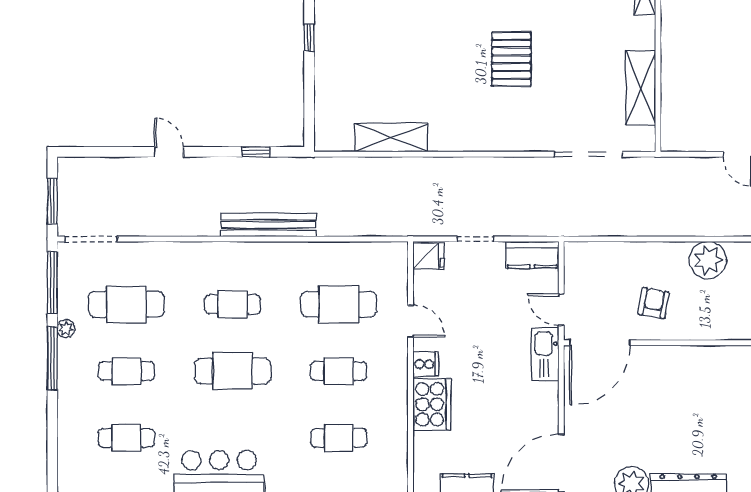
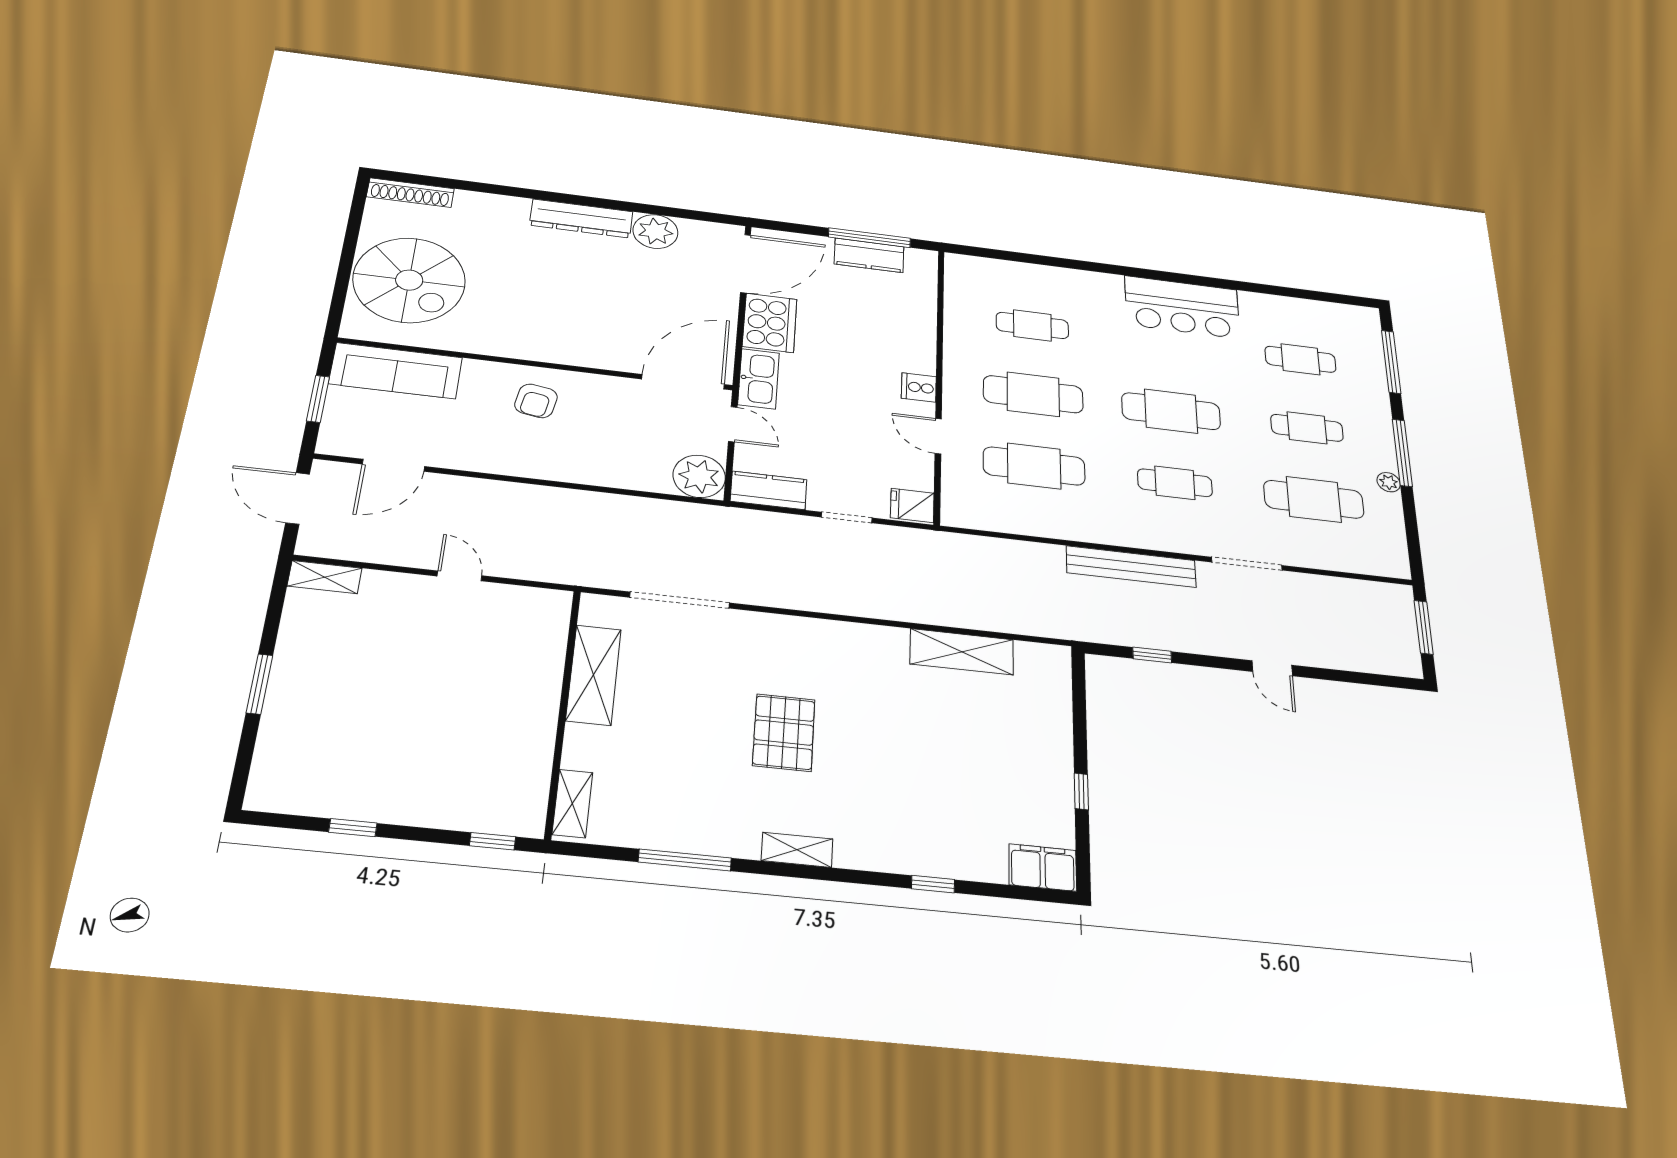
doorway: (91, 239) -> (1247, 564), moved
plant: (708, 260) -> (699, 476), moved
window: (52, 283) -> (1391, 362), moved
armchair: (654, 303) -> (536, 401), moved
cafe table: (339, 371) -> (1033, 394), width x1.37, depth x1.35
cooker: (432, 404) -> (770, 323), moved, turned 180

